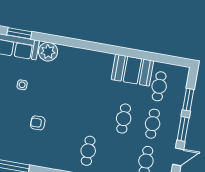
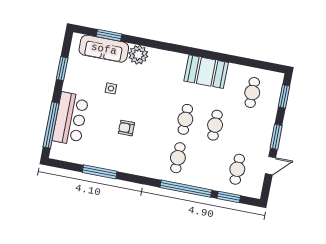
booth: (132, 70) -> (206, 72), moved
window: (188, 100) -> (284, 96), moved
cafe table: (153, 124) -> (185, 119), moved

